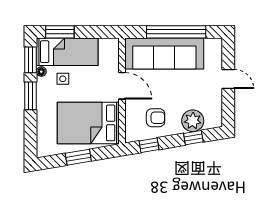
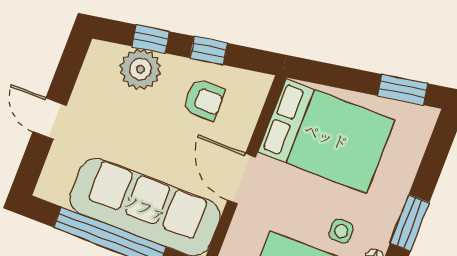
armchair: (156, 118) -> (204, 100), turned 180
window: (149, 145) -> (209, 51), moved
window: (78, 157) -> (403, 90), moved

